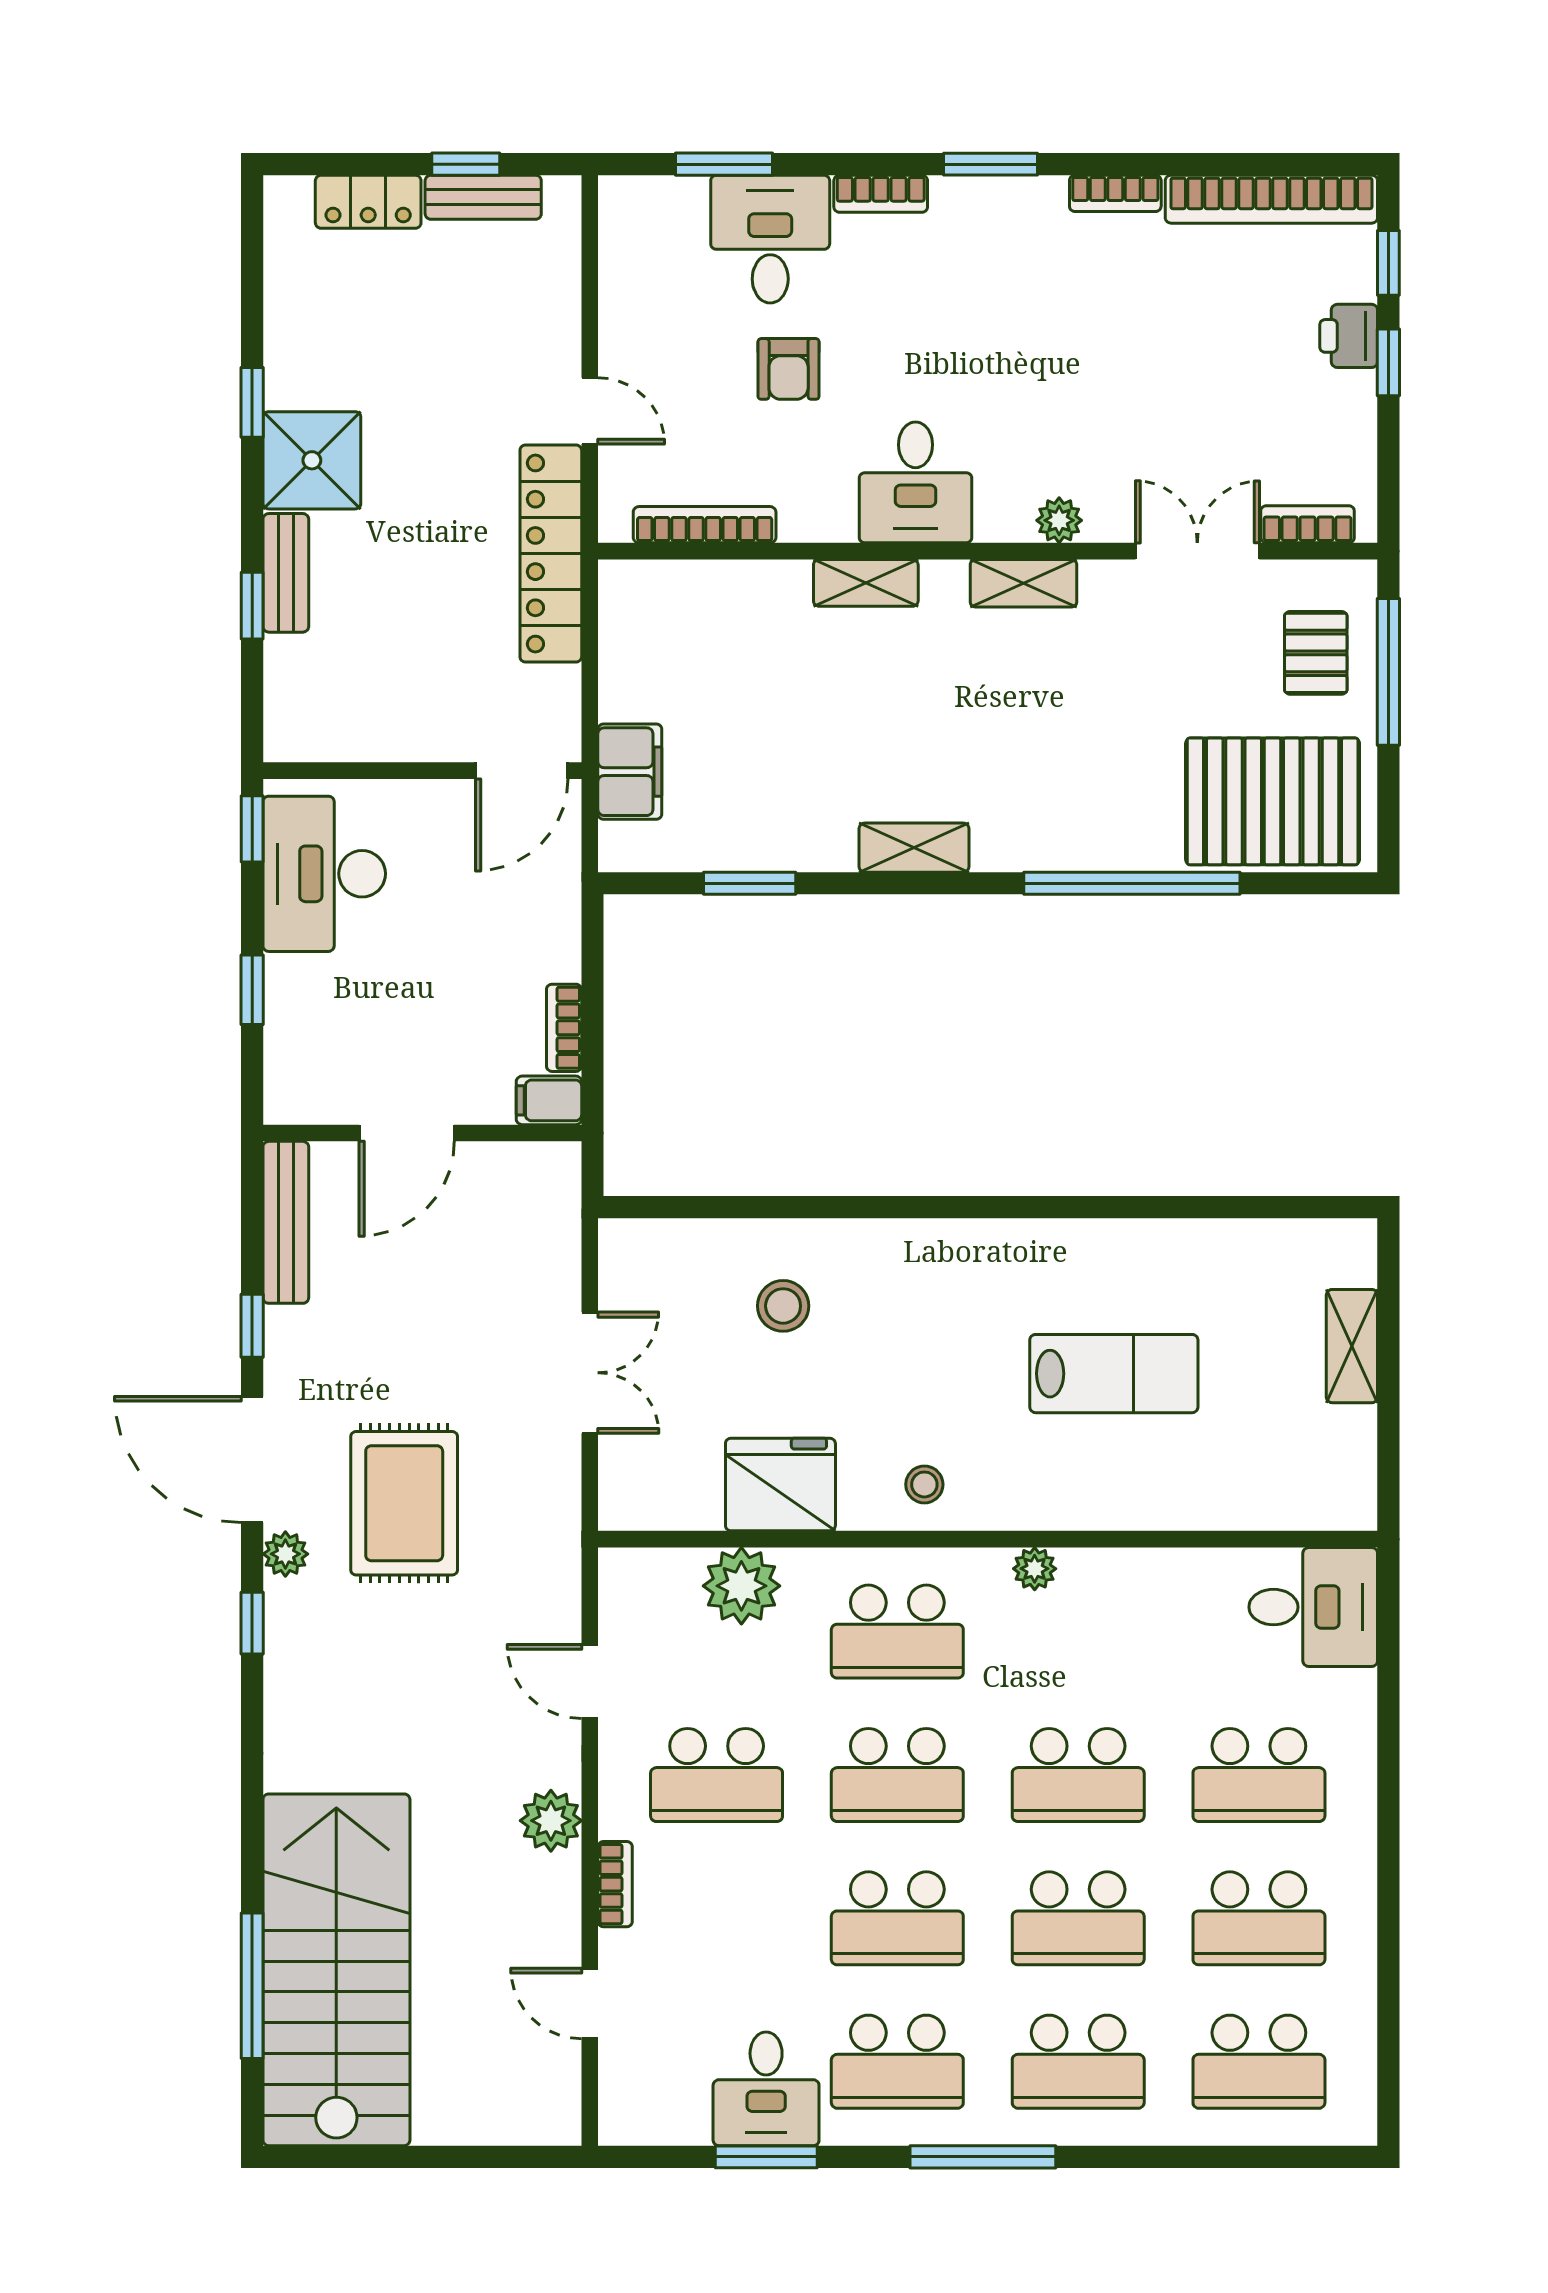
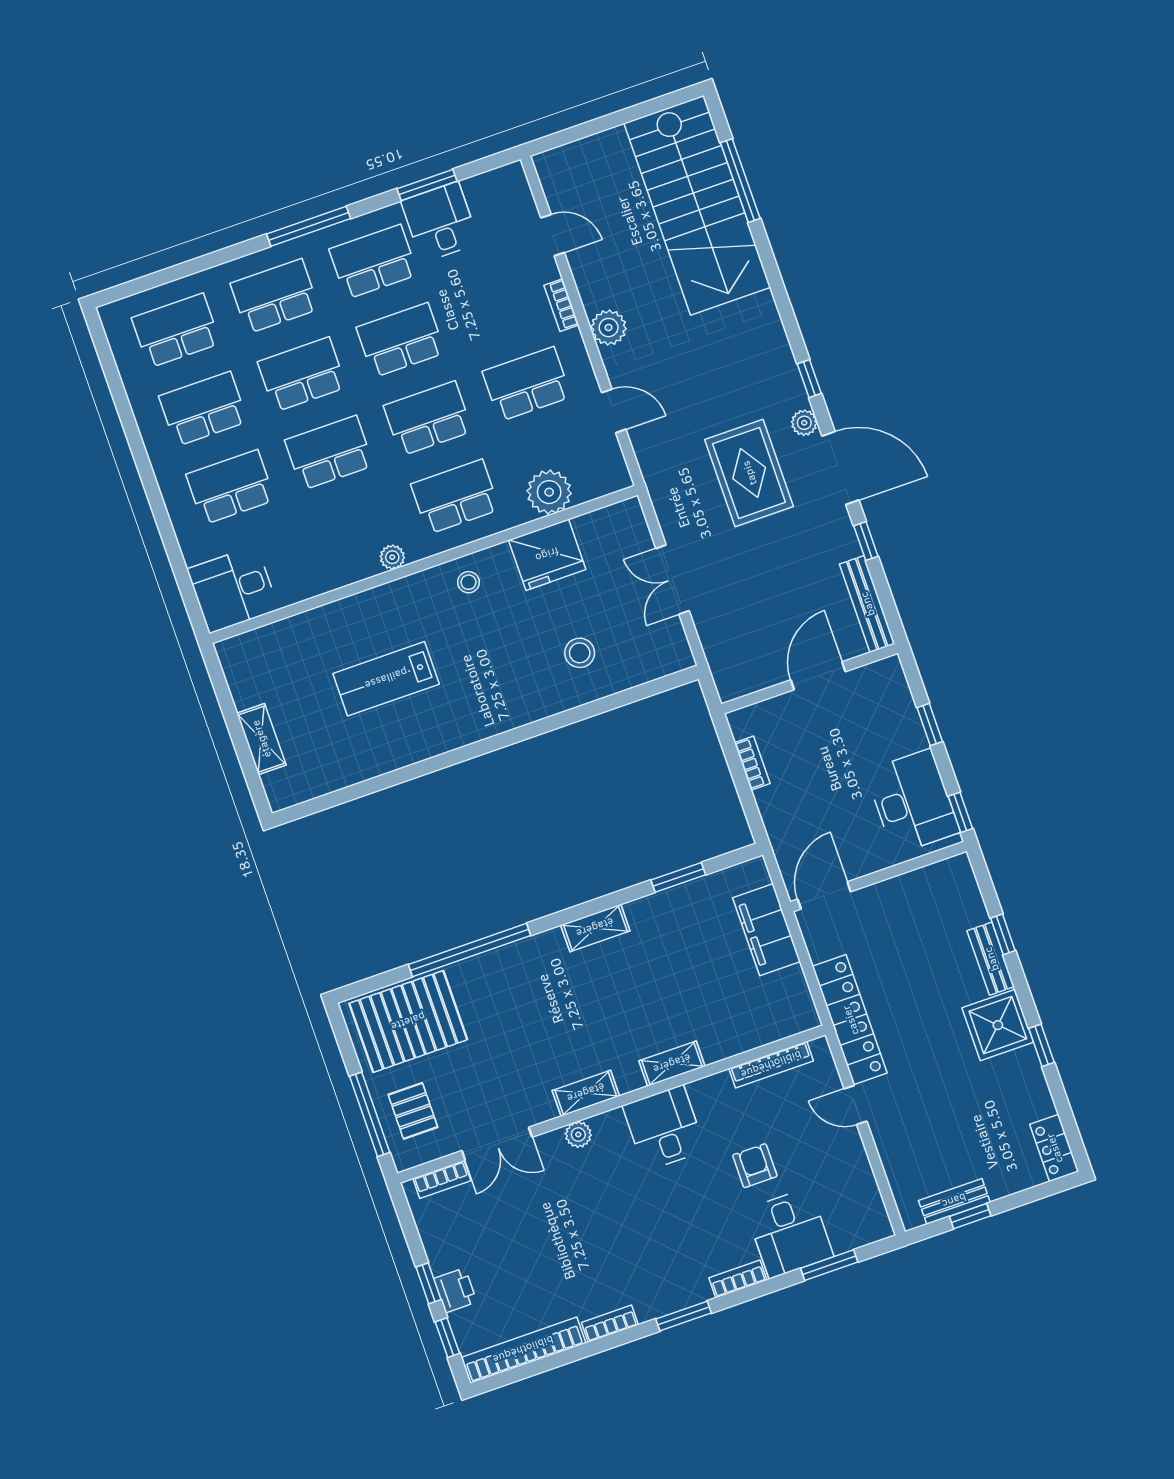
locker: (368, 202) -> (1054, 1148), moved, turned -90
filing cabinet: (630, 772) -> (767, 930), width x1.50, depth x1.17
filing cabinet: (549, 1100) -> (747, 721), removed

